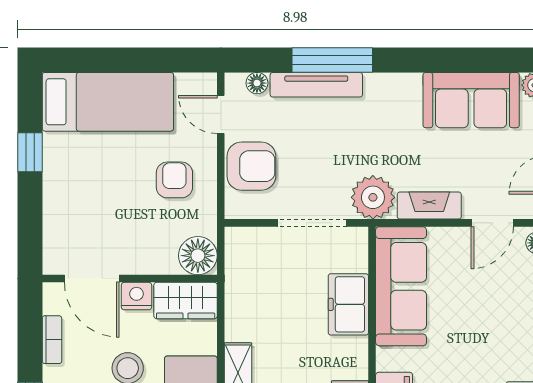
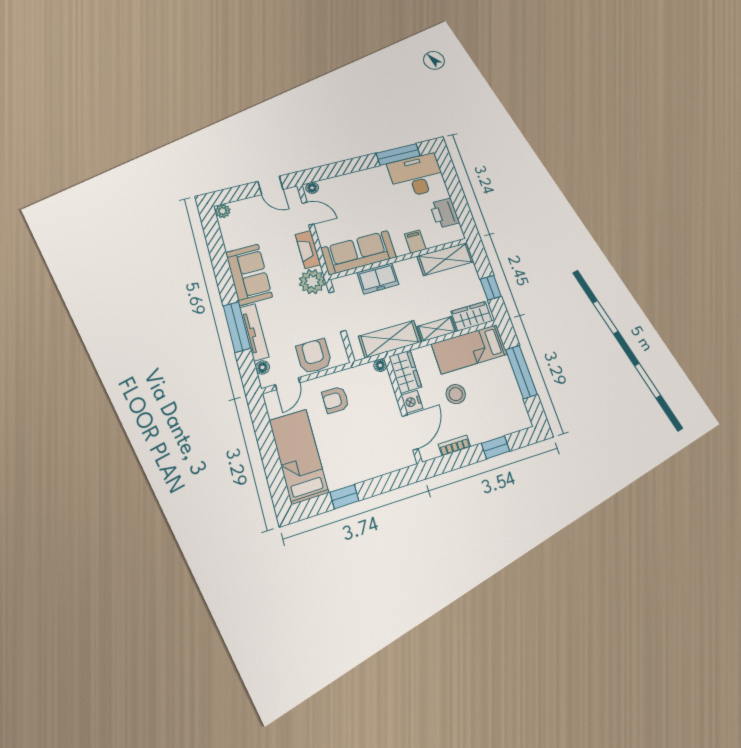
sofa: (471, 100) -> (249, 275), moved
floor lamp: (198, 256) -> (380, 365), width x0.53, depth x0.53
shelving: (244, 292) -> (390, 339), added

